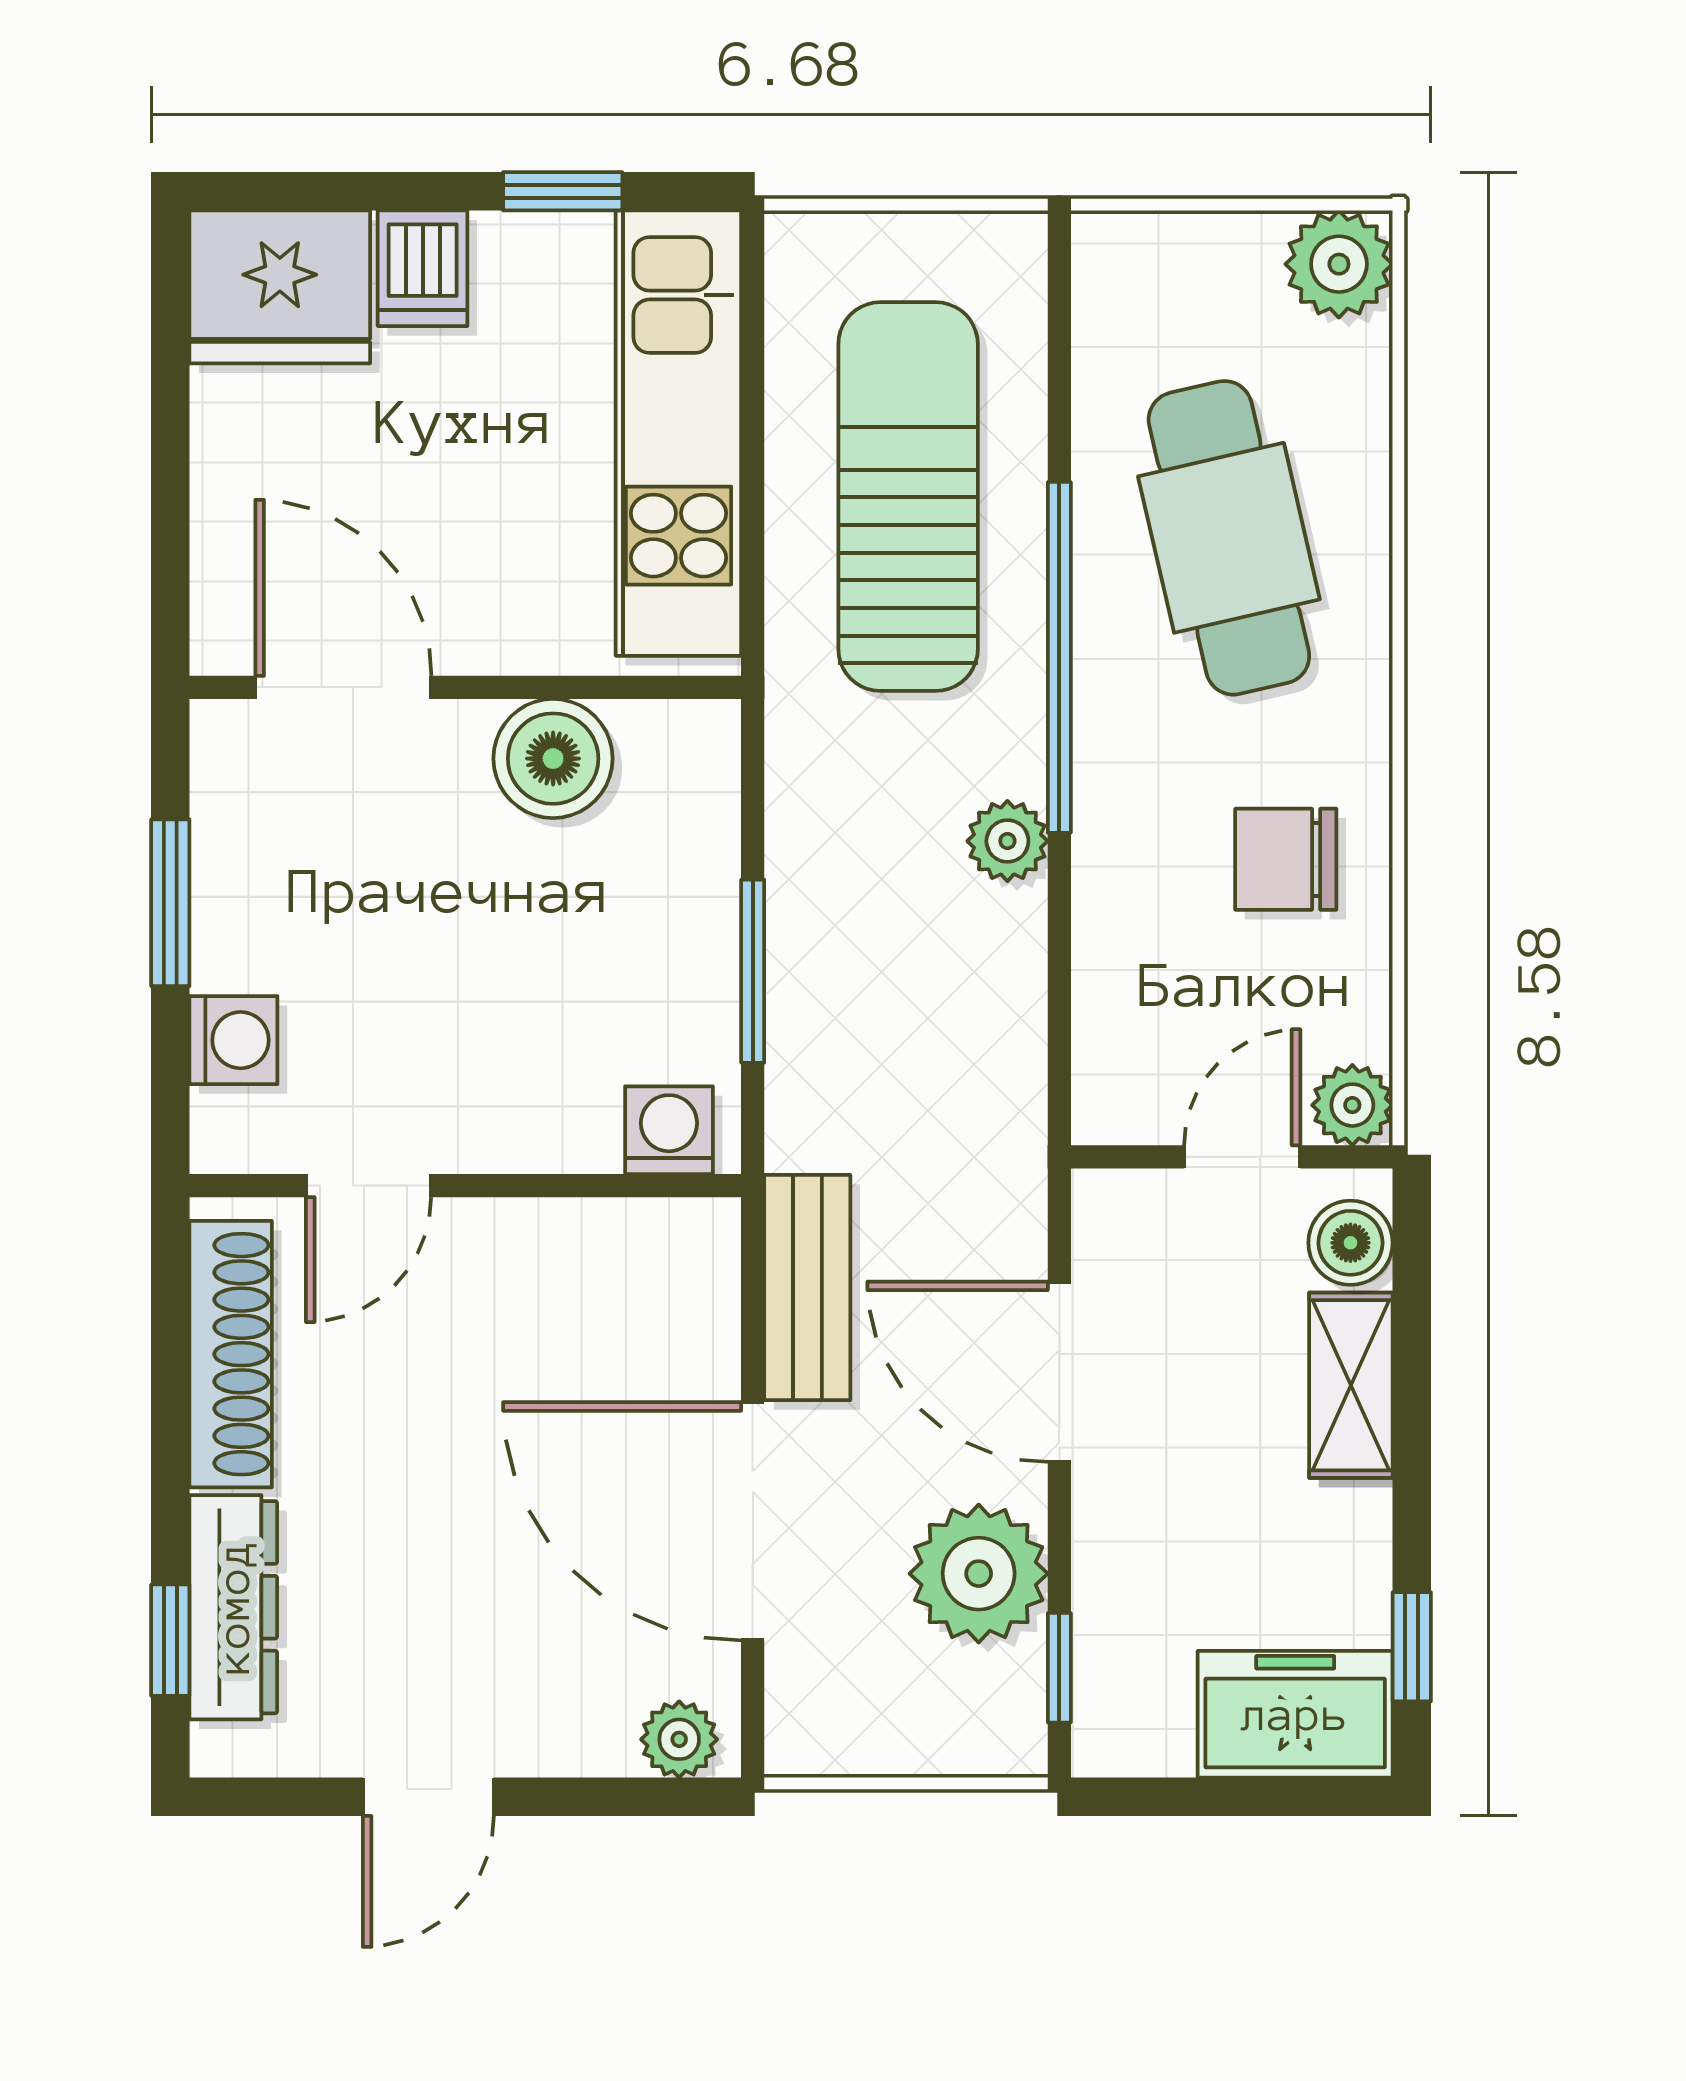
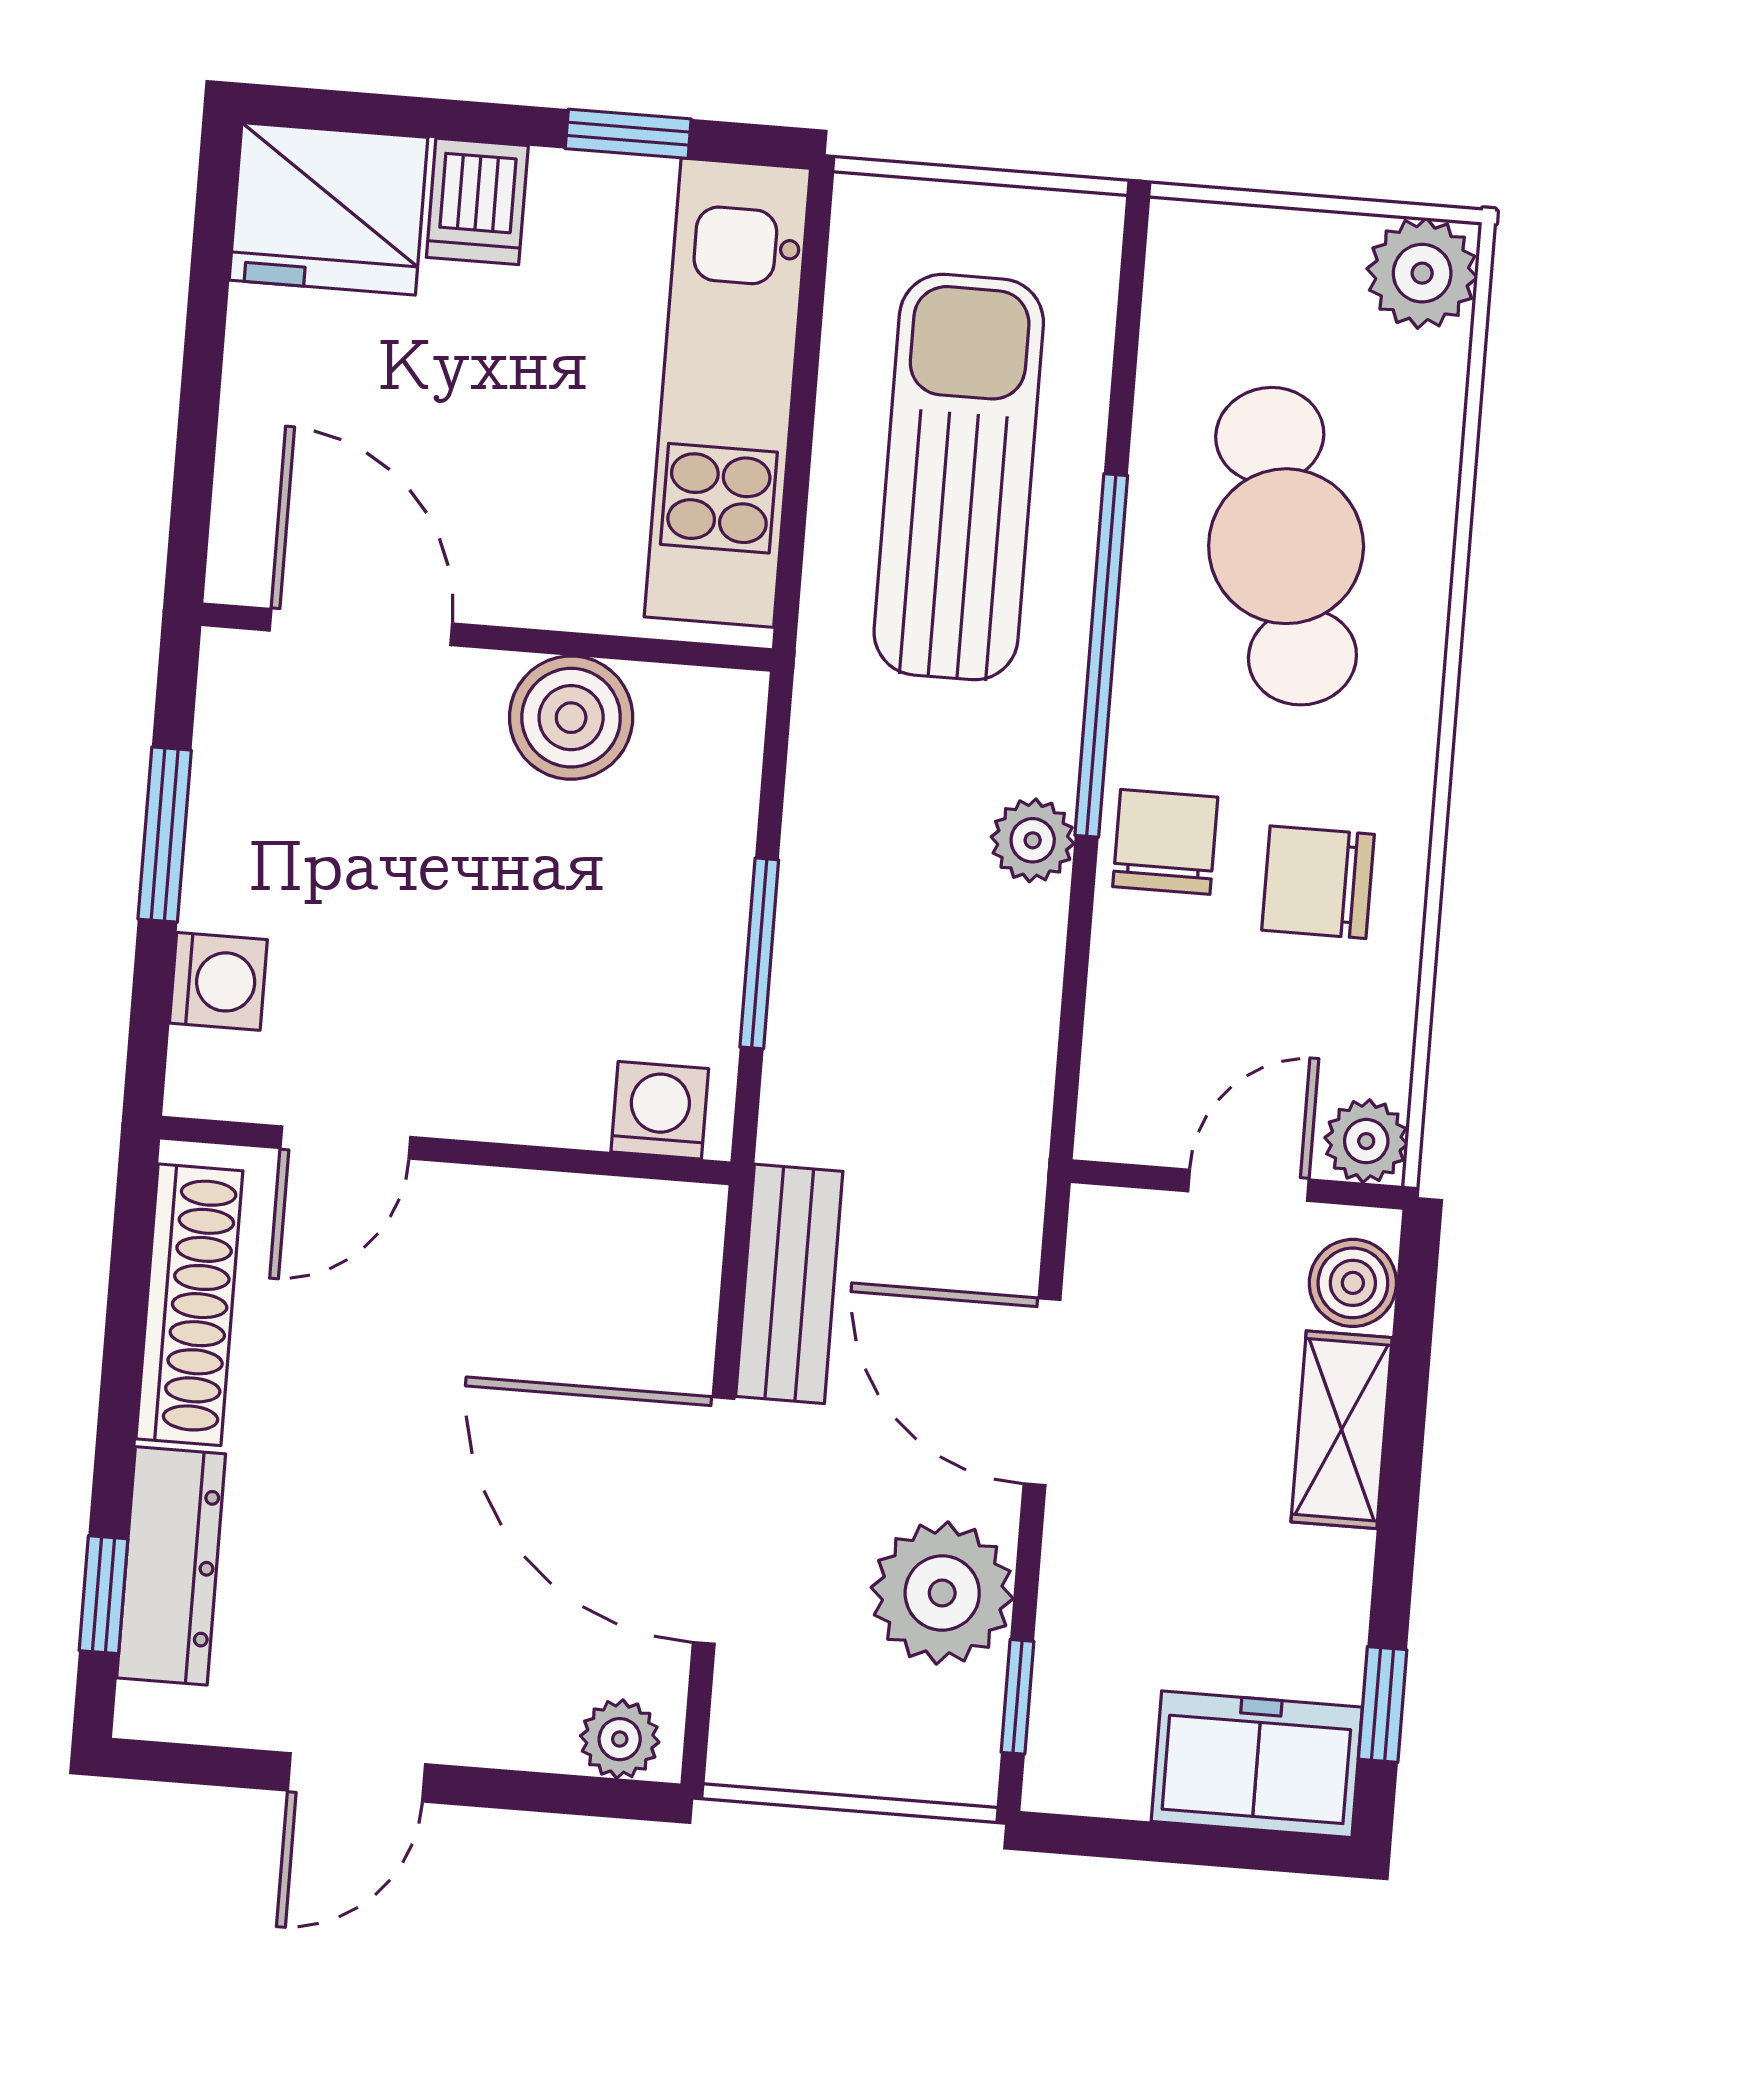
chair: (1135, 832) -> (1165, 842), added

